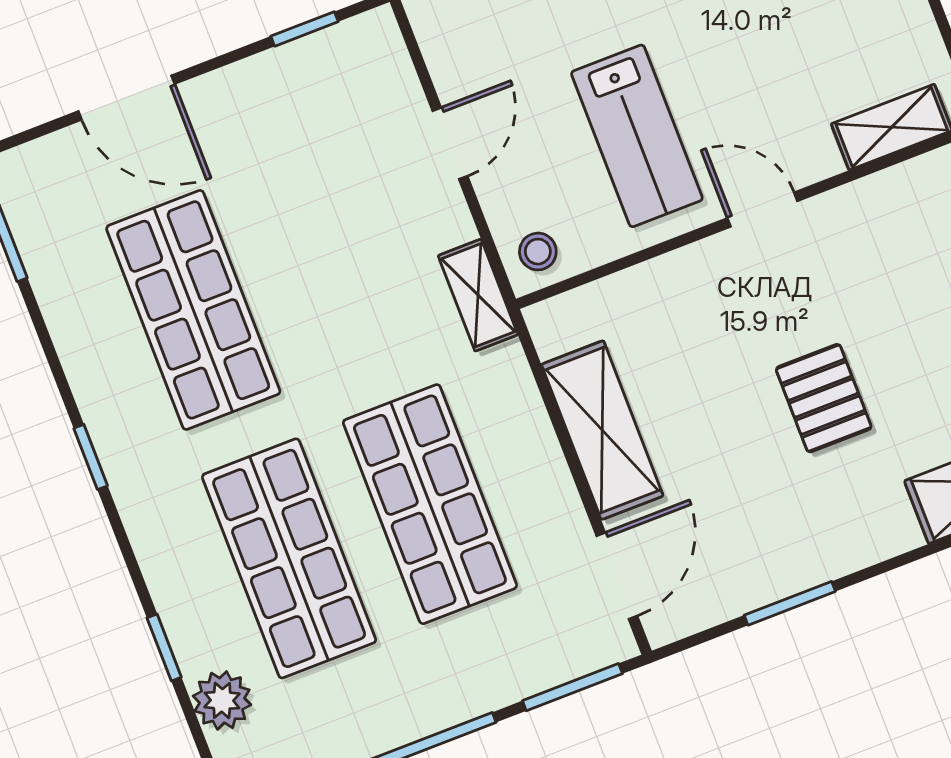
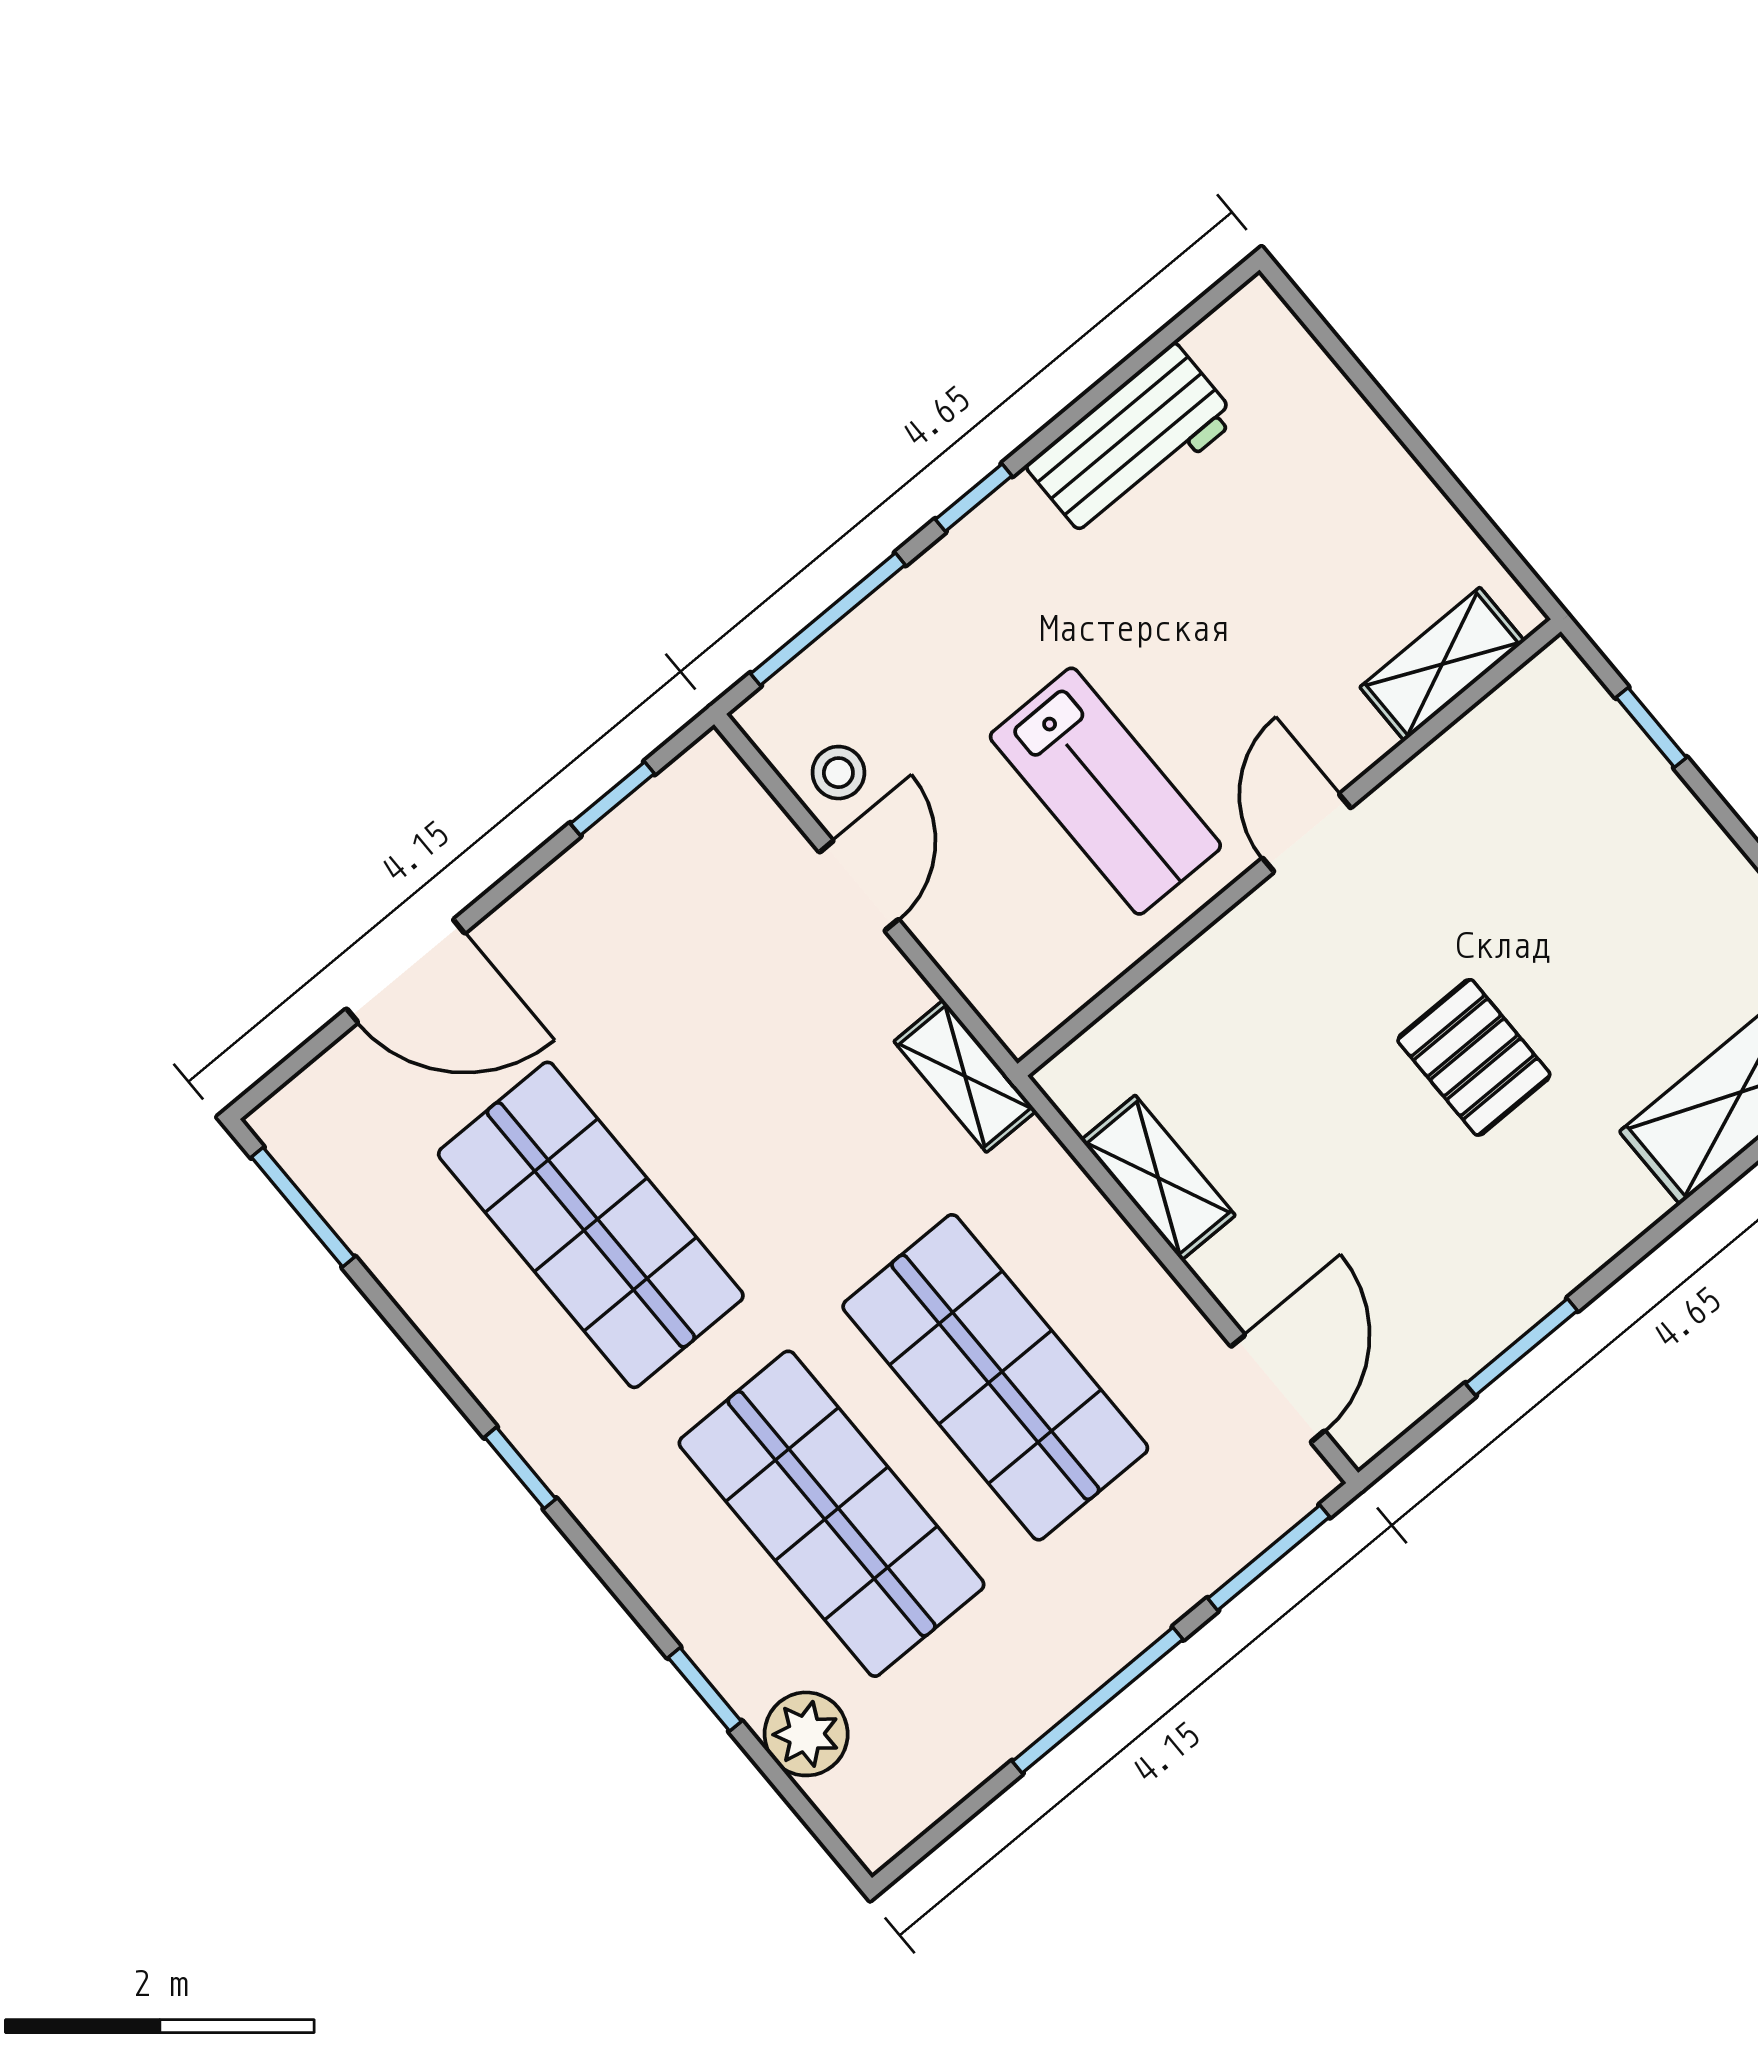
door: (762, 210) -> (1307, 833), hinge flipped
stool: (538, 252) -> (838, 773), moved
shelving: (602, 430) -> (1158, 1178), width x0.67, depth x0.75

